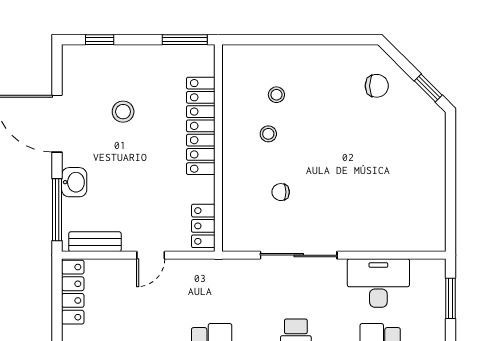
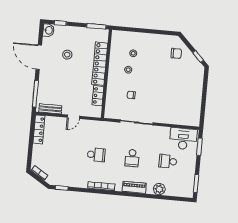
washbasin: (74, 182) -> (49, 30), moved
locker: (203, 226) -> (98, 96), moved
desk: (378, 283) -> (183, 139), moved

